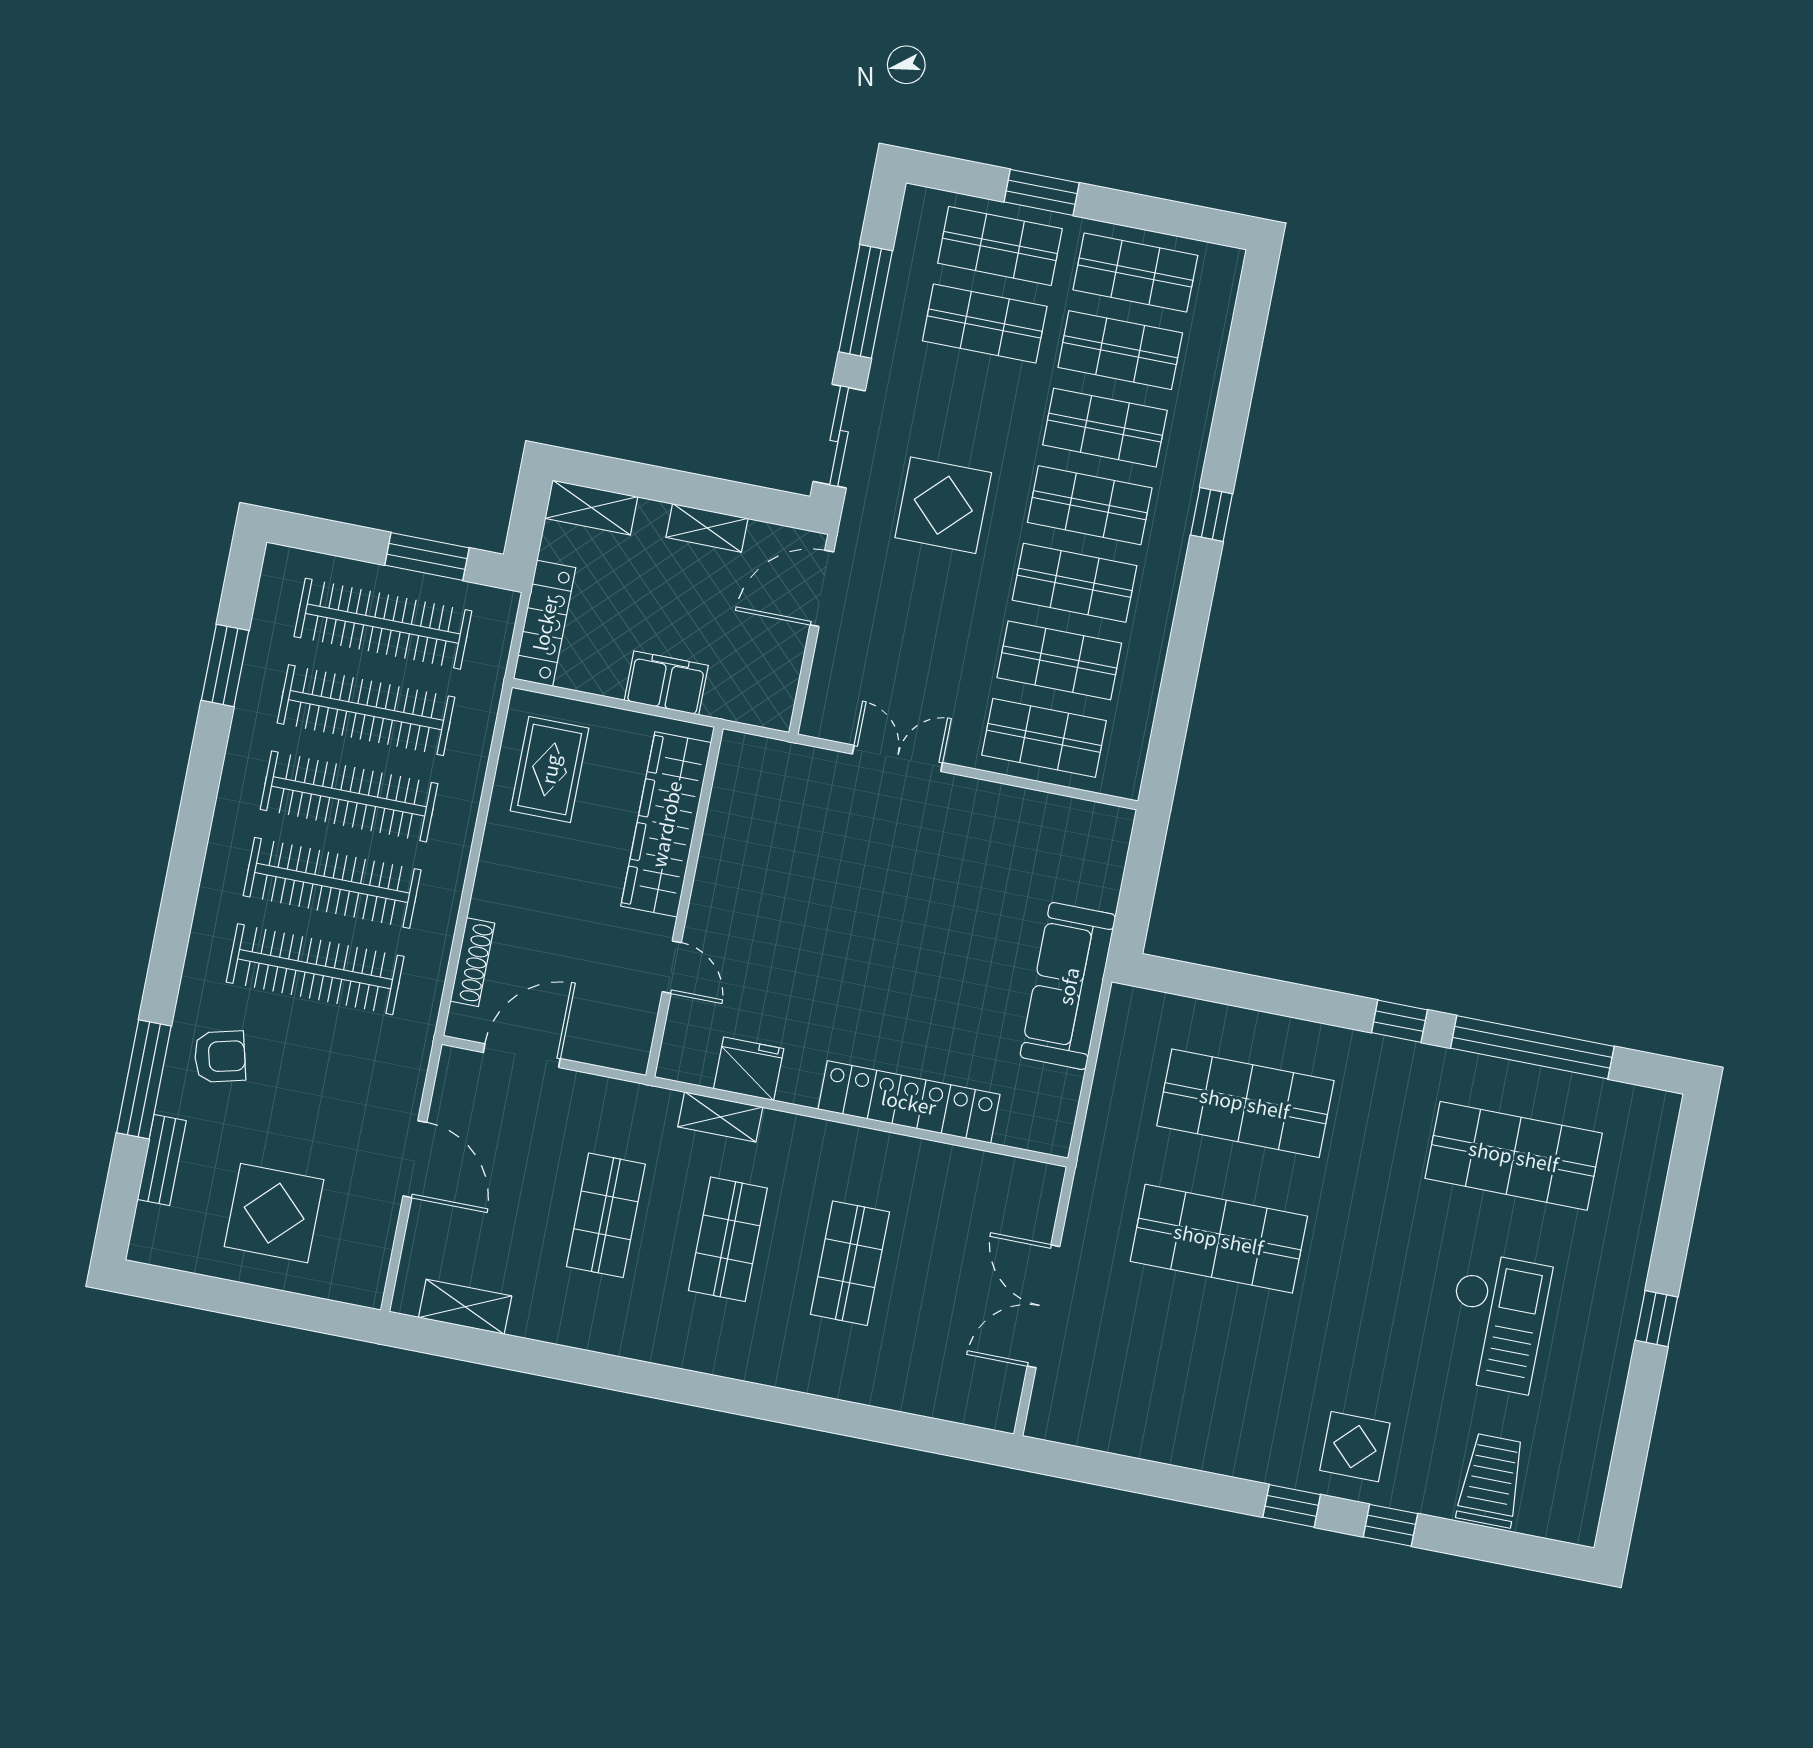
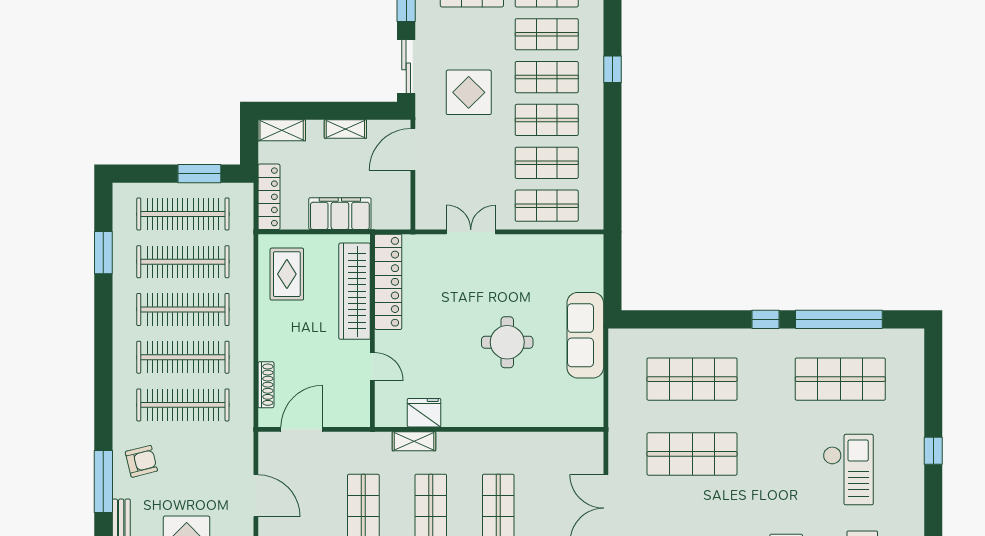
filing cabinet: (666, 683) -> (340, 214), width x1.50, depth x1.17
round table: (924, 971) -> (507, 342), added
locker: (909, 1102) -> (388, 282), moved, turned 90

